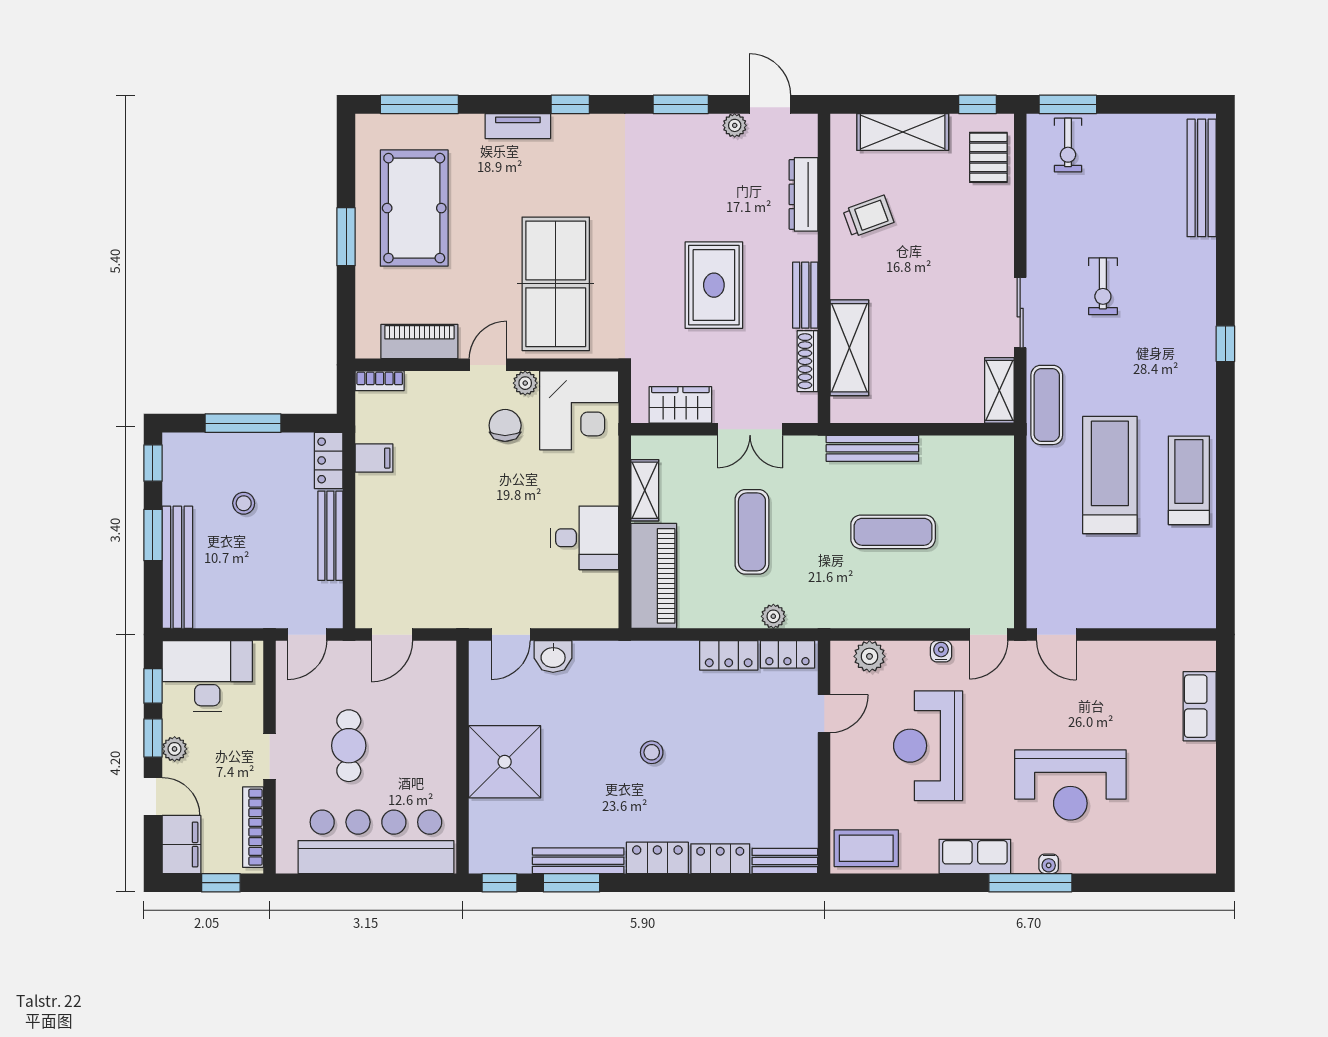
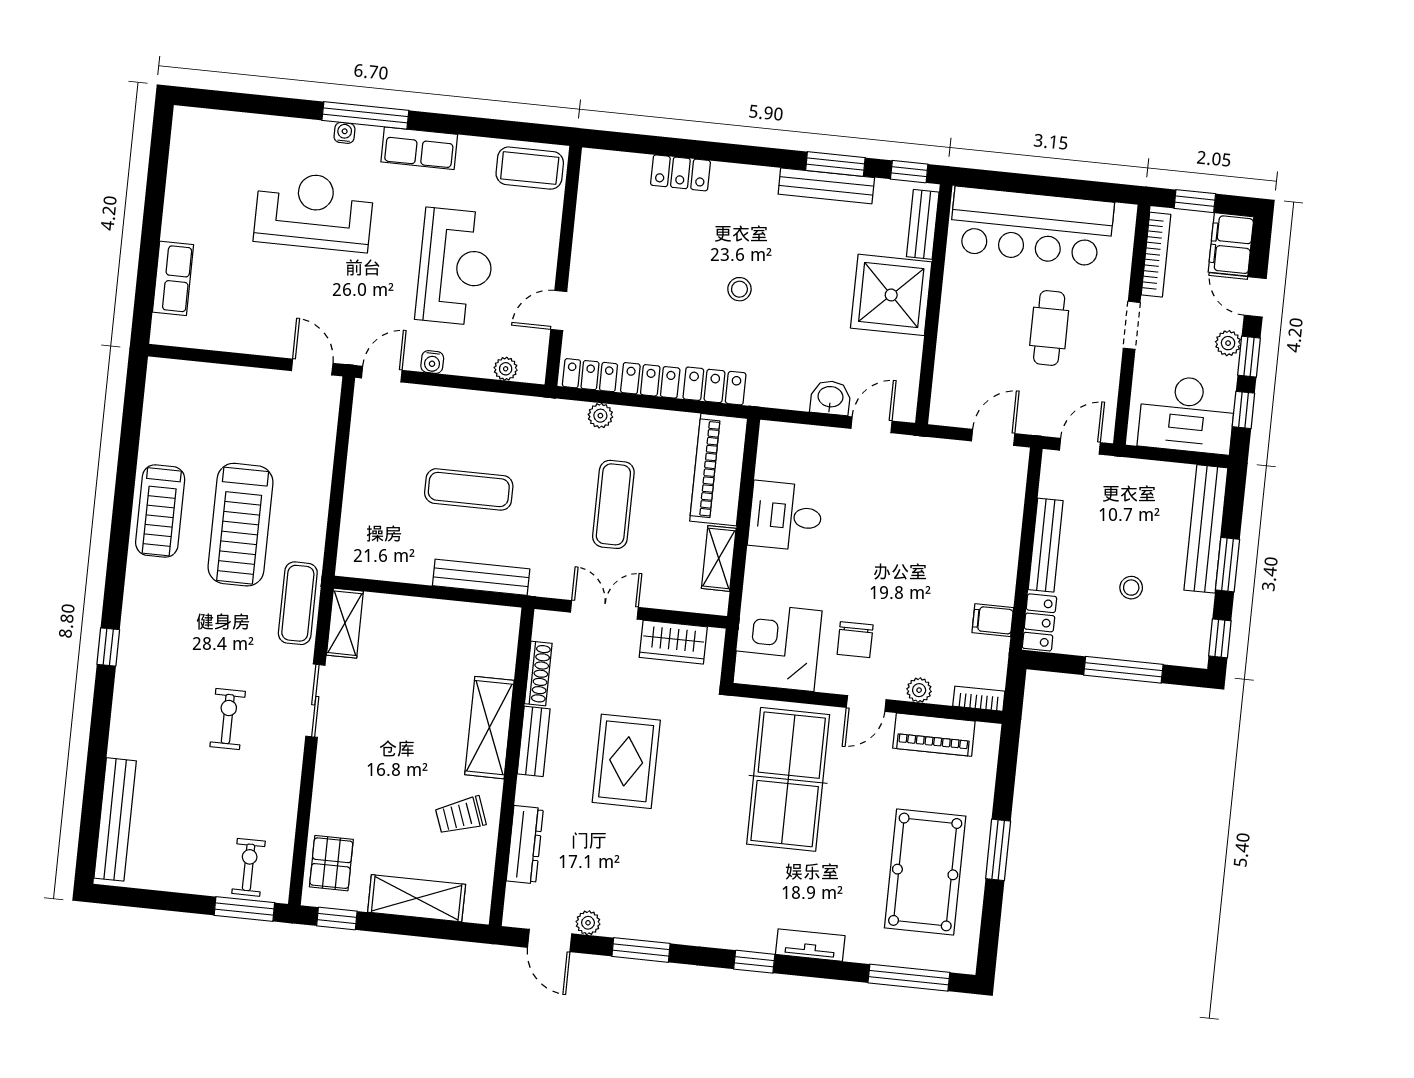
shelving: (849, 348) -> (489, 728), moved
plant: (525, 383) -> (919, 690), moved
plant: (869, 656) -> (506, 369), width x0.73, depth x0.73
locker: (657, 858) -> (715, 386), moved, turned 180
bench: (785, 861) -> (923, 224), moved, turned 90

